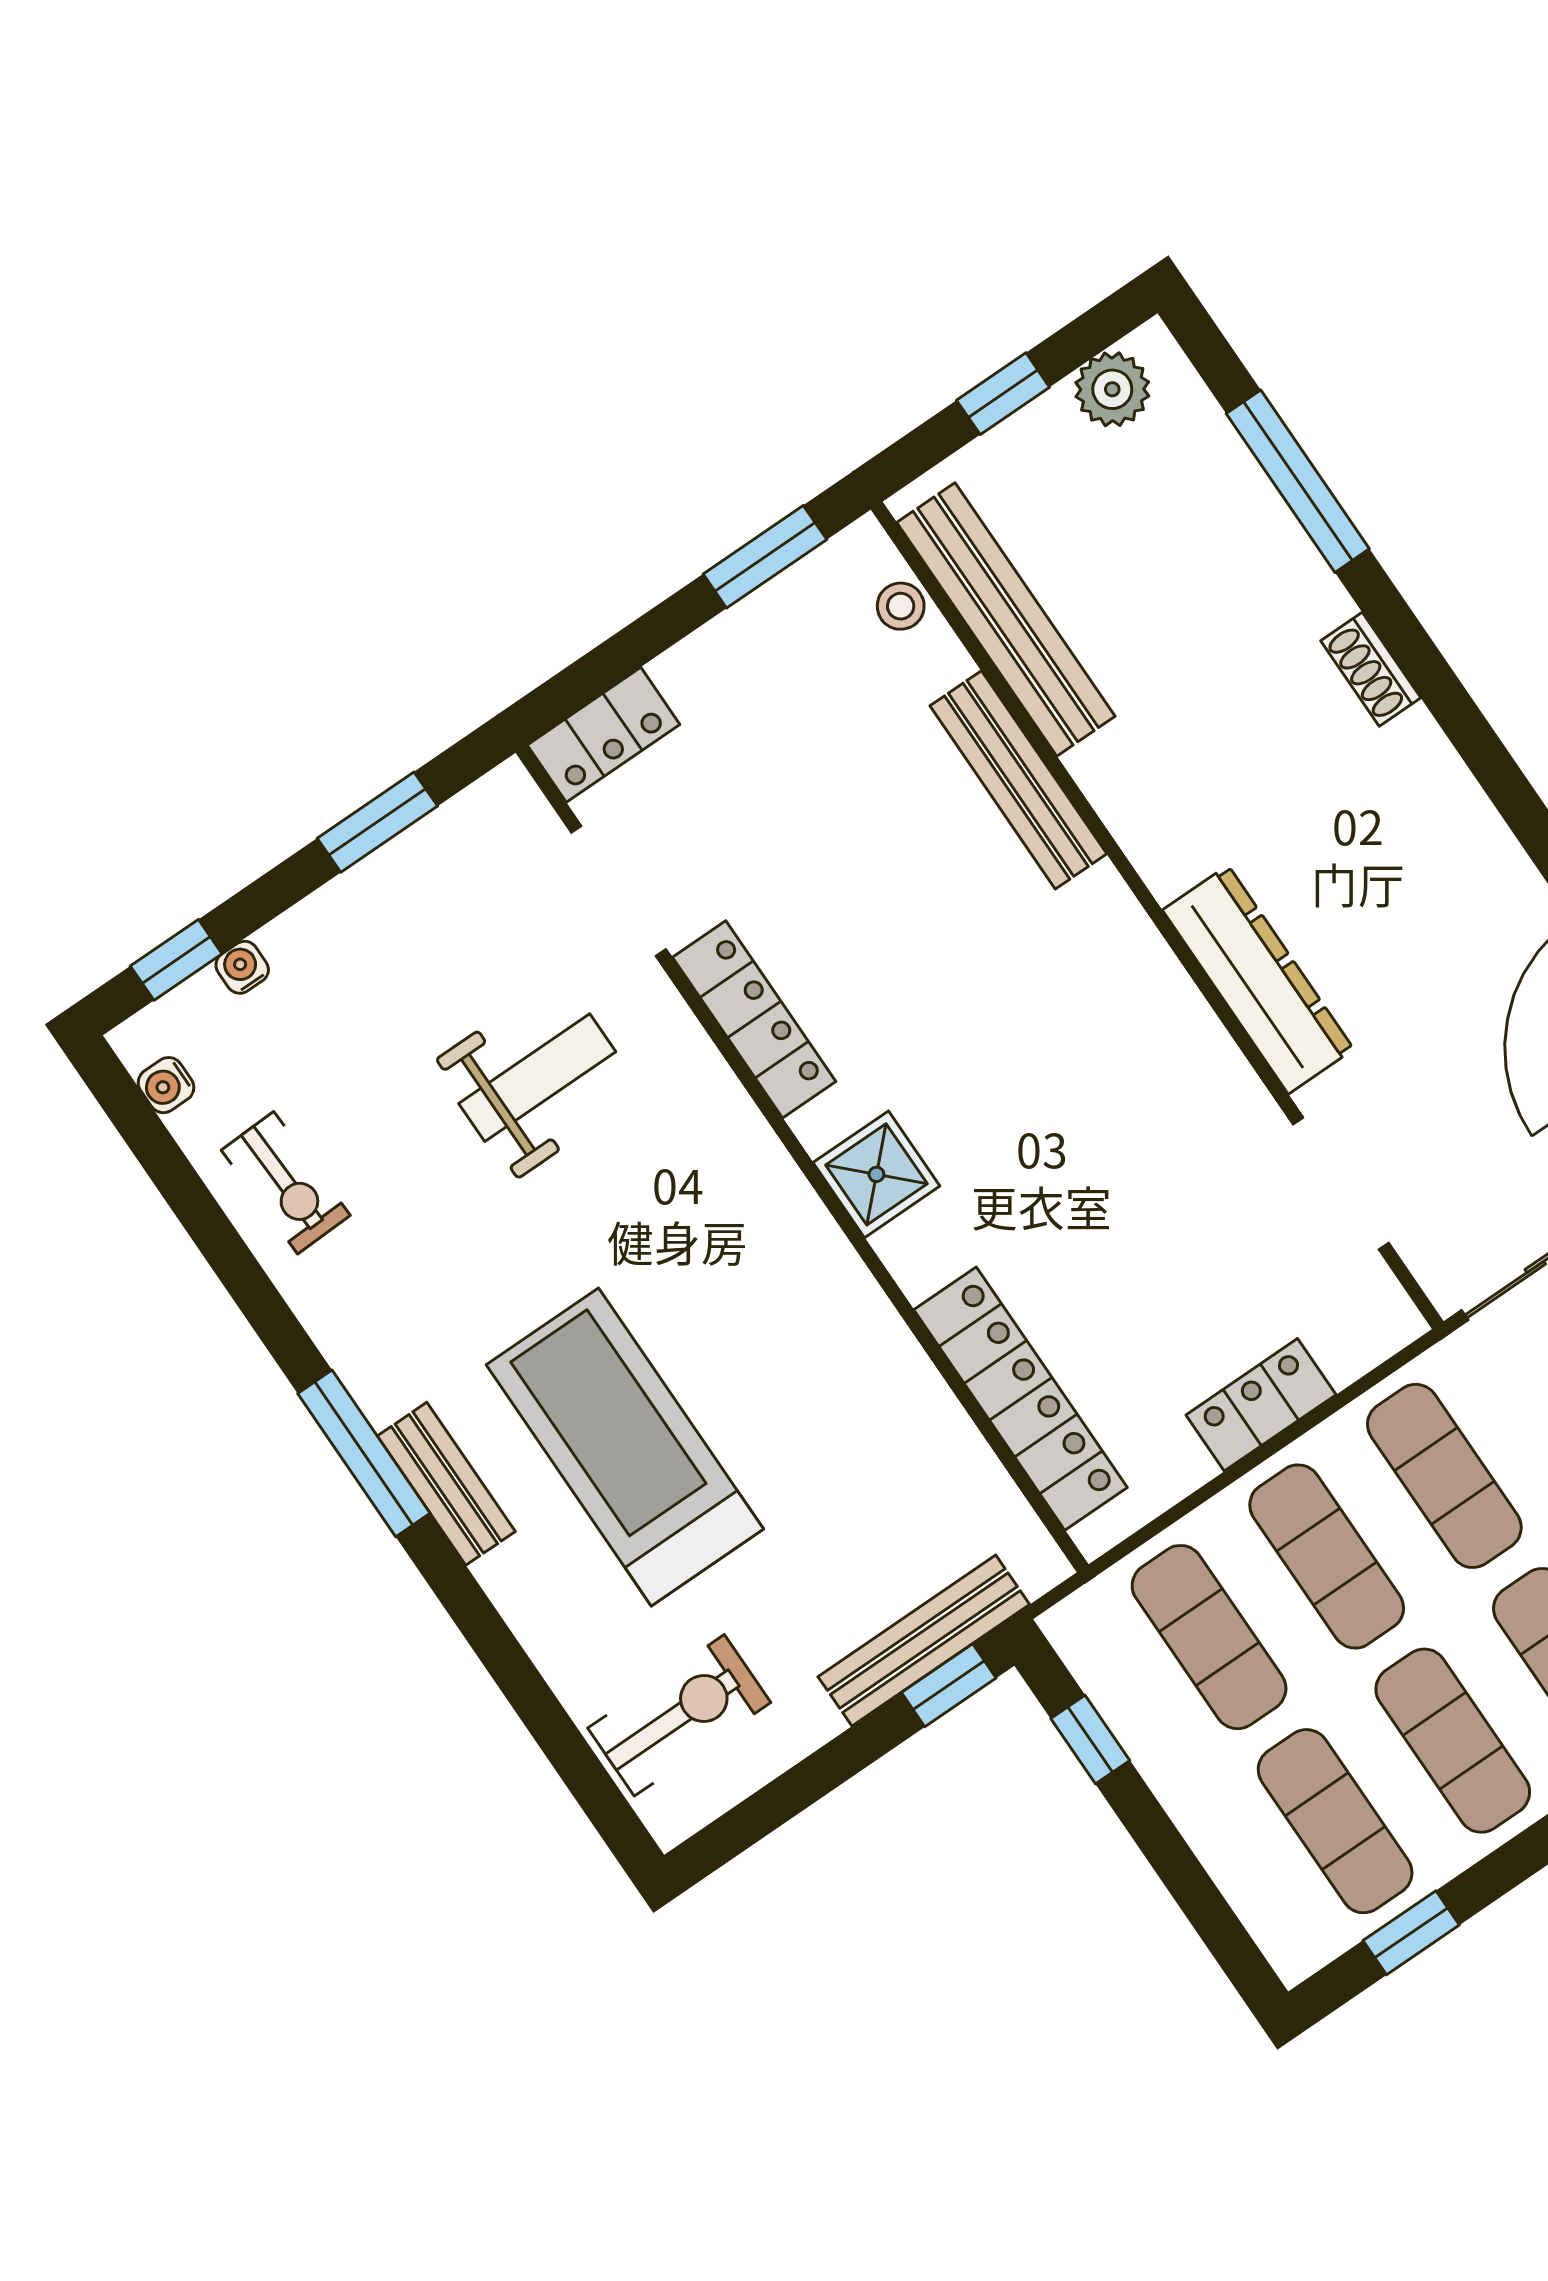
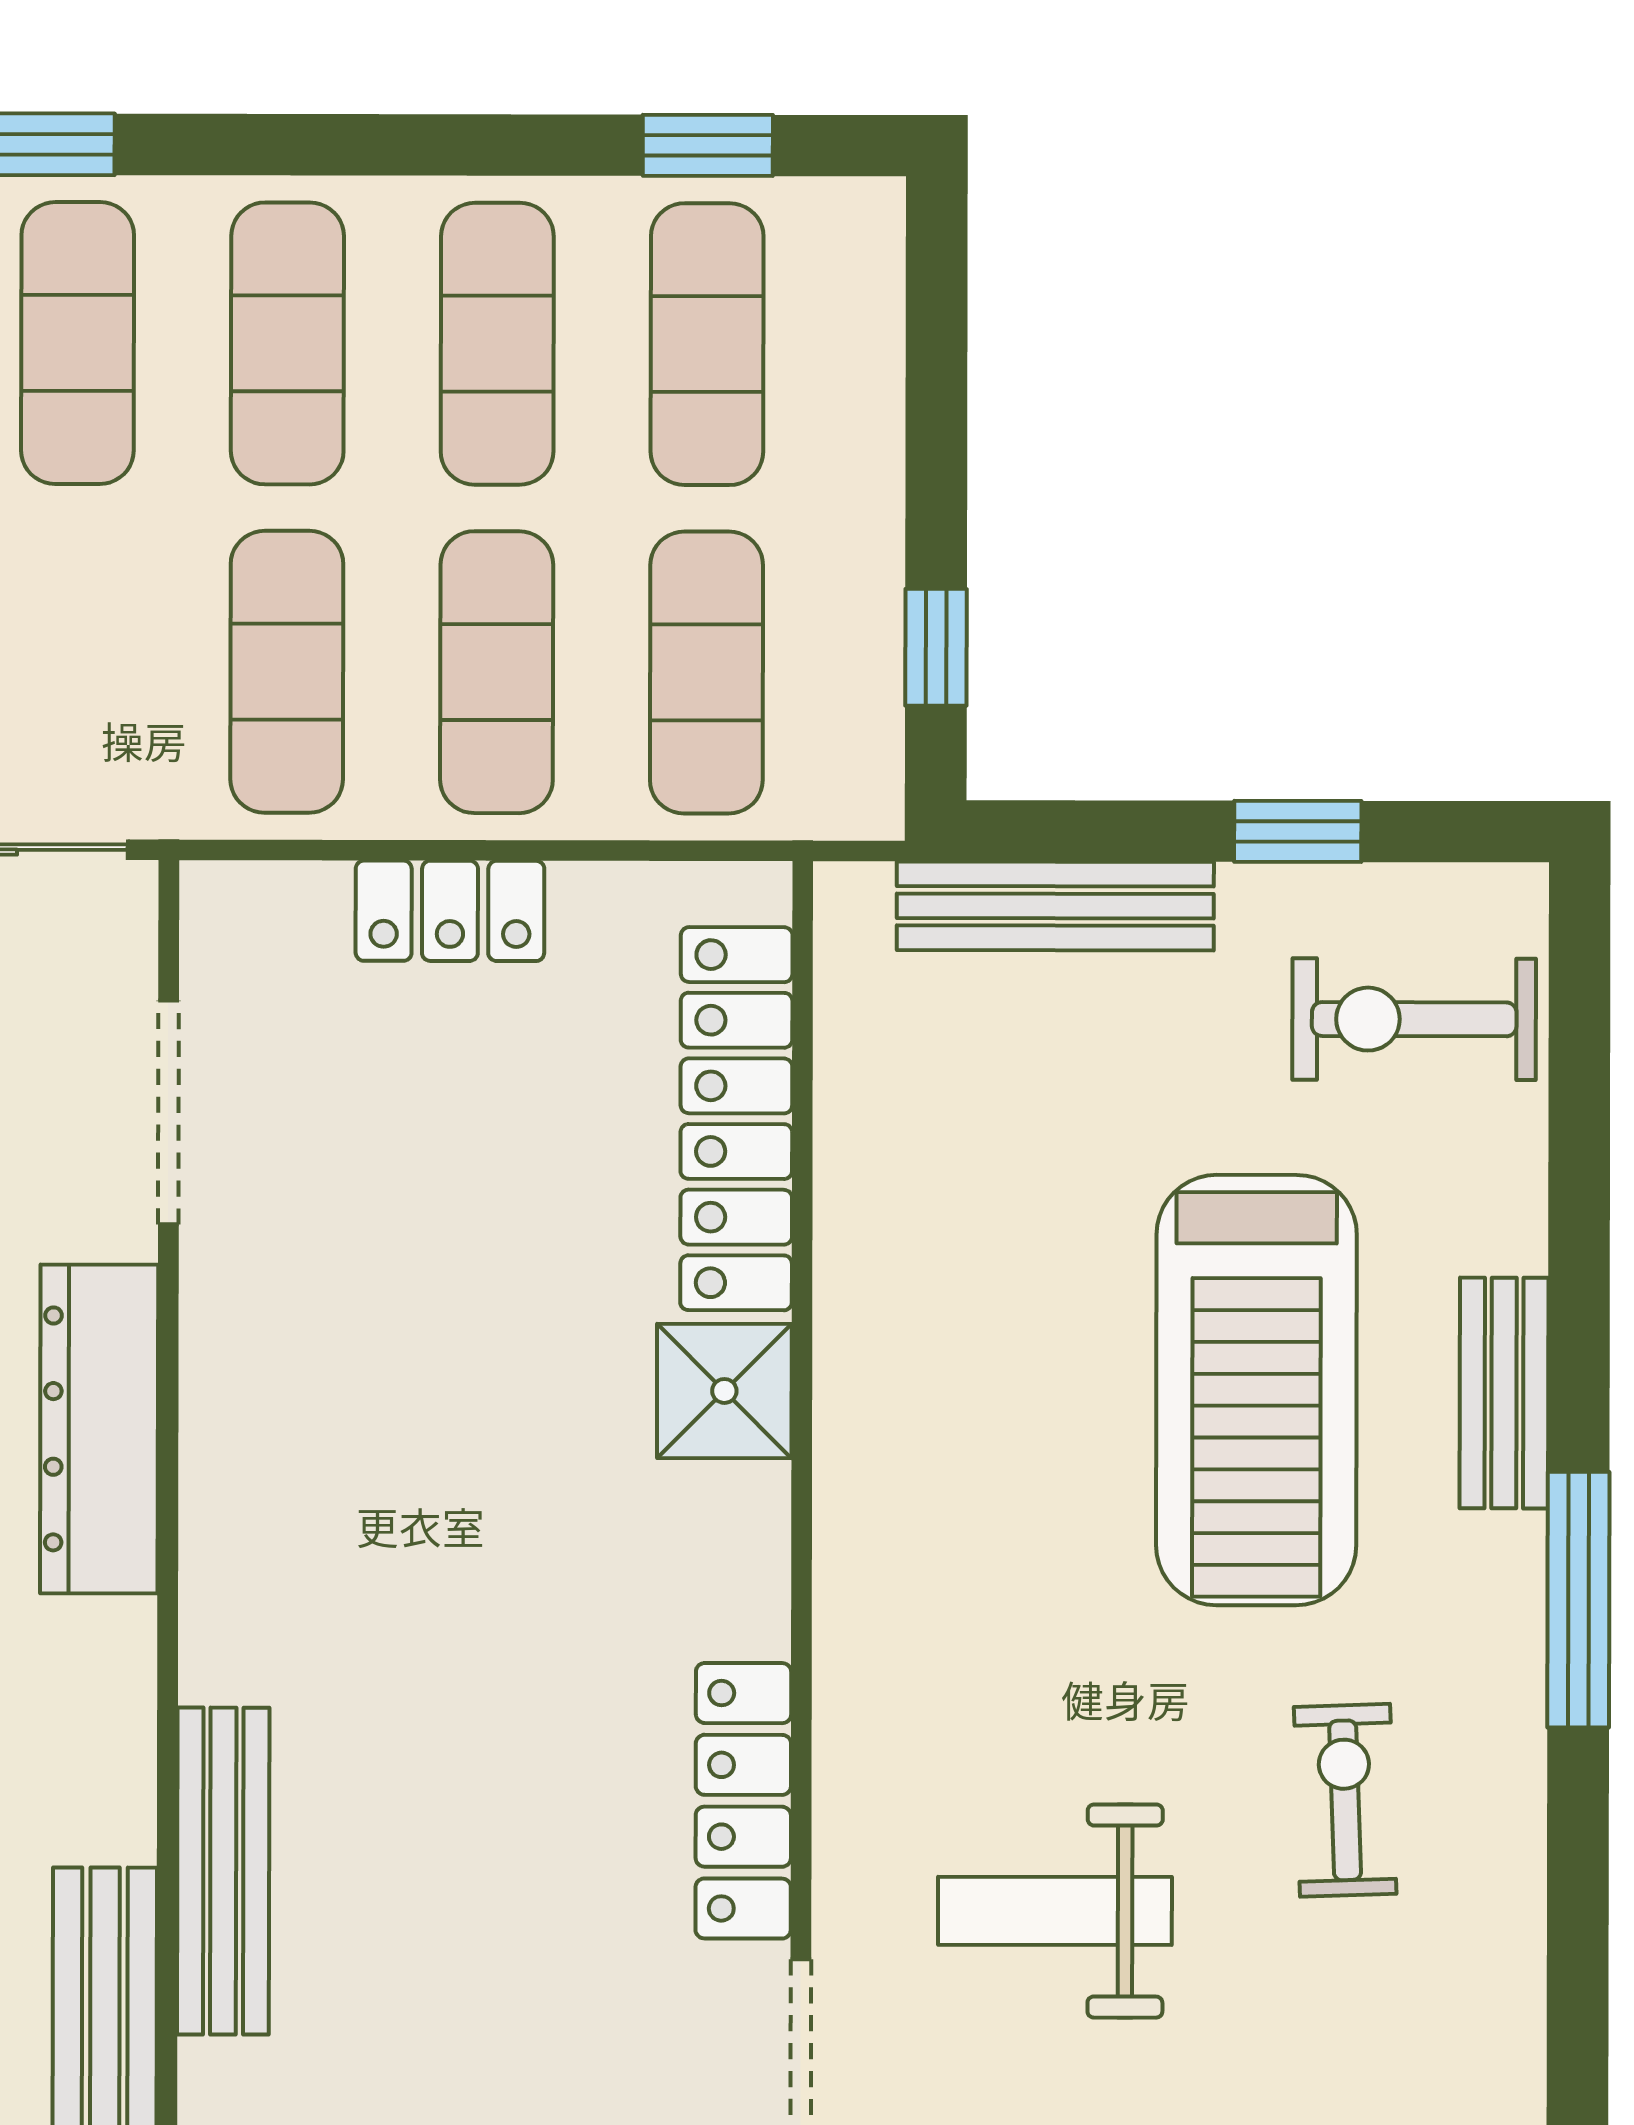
shower: (876, 1174) -> (724, 1391), moved
exercise bike: (286, 1183) -> (1345, 1800), moved
bench: (446, 1484) -> (1504, 1393), moved
window: (949, 1685) -> (1298, 831), moved

